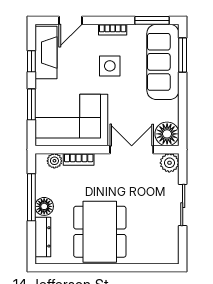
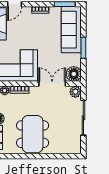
window: (183, 55) -> (83, 48), moved
side table: (110, 66) -> (39, 32), removed
sliding door: (183, 205) -> (83, 118), width x1.37

